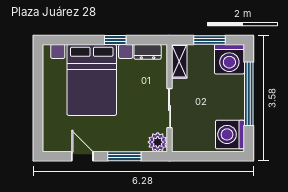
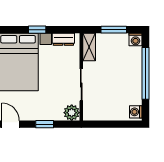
washing machine: (229, 59) -> (136, 40), width x0.53, depth x0.53
washing machine: (230, 134) -> (136, 112), width x0.53, depth x0.53
window: (124, 156) -> (45, 124), width x0.67

